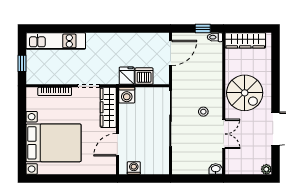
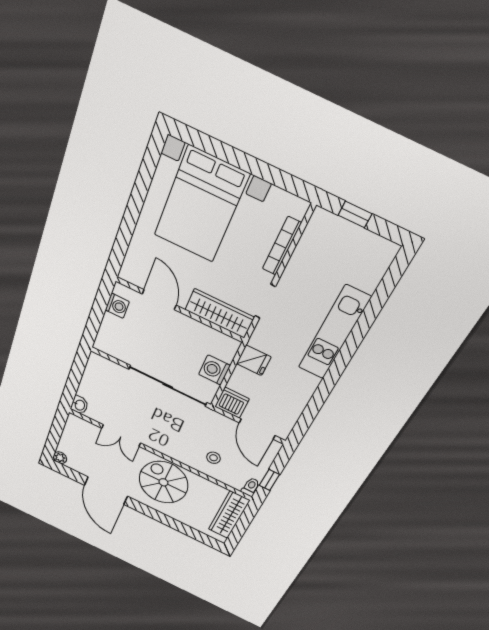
kitchen unit: (56, 41) -> (334, 333), moved
dishwasher: (144, 76) -> (232, 403), moved, turned -90
spiral stairs: (245, 93) -> (163, 482), turned 90
washing machine: (127, 95) -> (214, 370), moved
stool: (203, 112) -> (213, 458), moved

